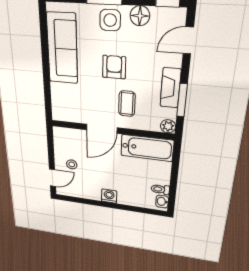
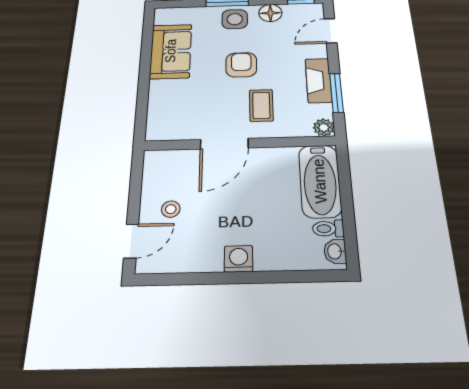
sofa: (62, 49) -> (171, 51), width x0.73
bathtub: (147, 148) -> (320, 181), moved, turned 90

